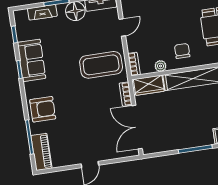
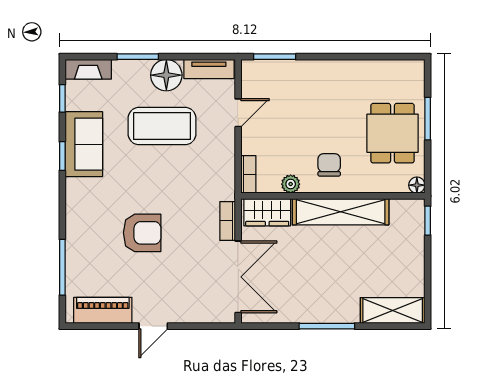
fireplace: (42, 12) -> (88, 69), moved
coffee table: (101, 65) -> (162, 126), moved
armchair: (43, 109) -> (142, 233), moved
double door: (137, 127) -> (238, 277), swing flipped
piano: (41, 152) -> (103, 310), moved, turned -90

